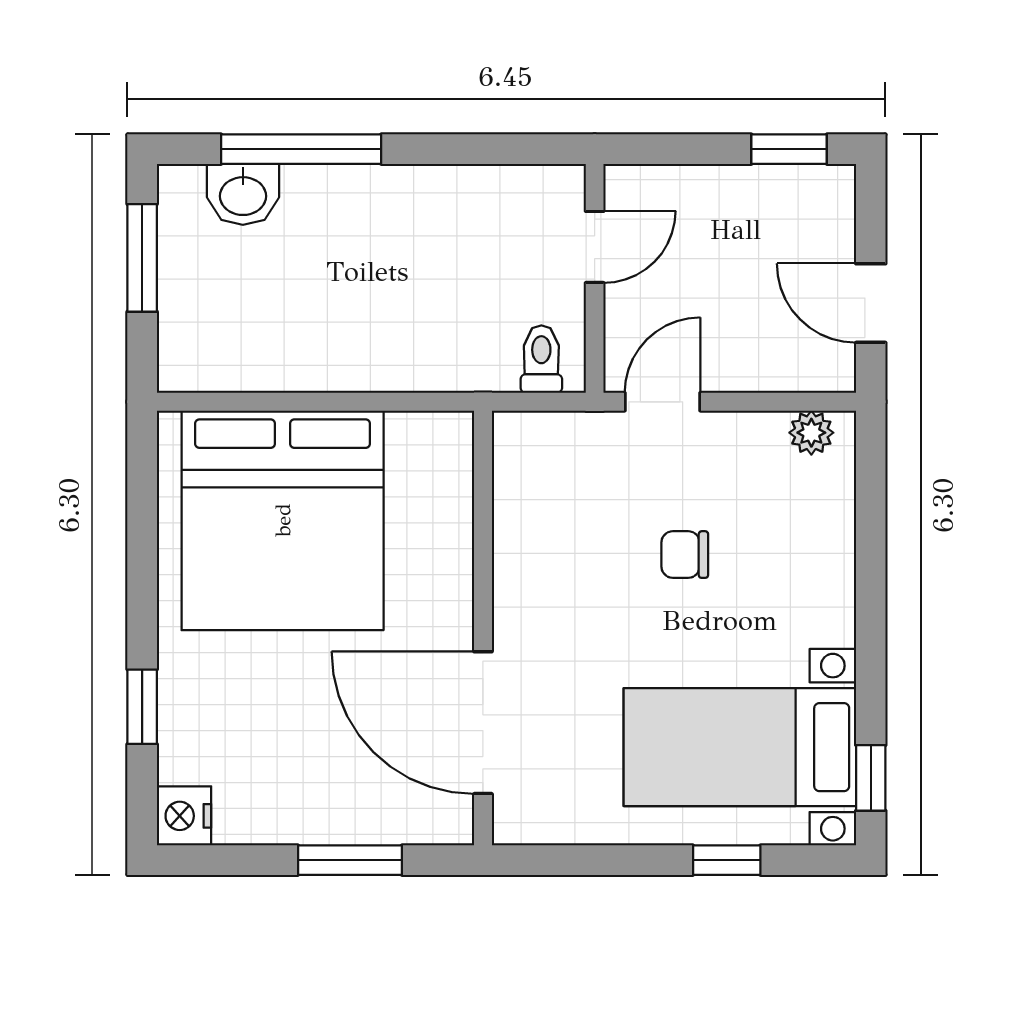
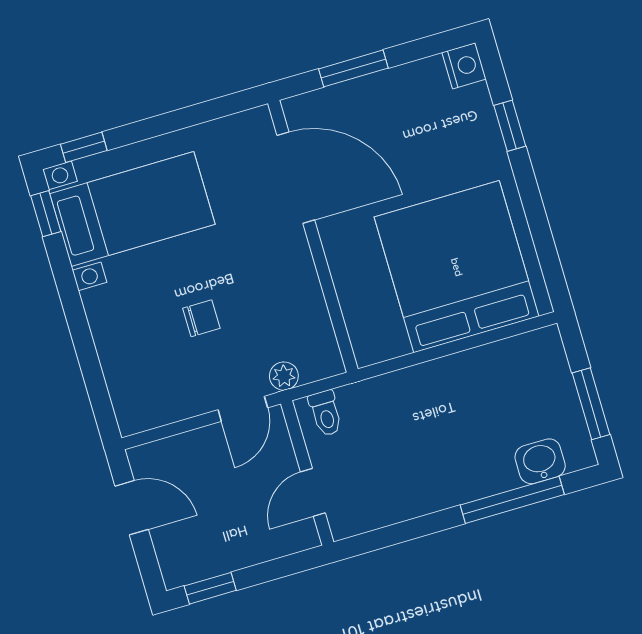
plant: (811, 433) -> (284, 376), moved
window: (727, 860) -> (84, 147), moved

